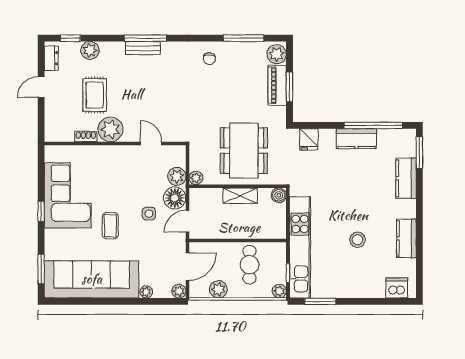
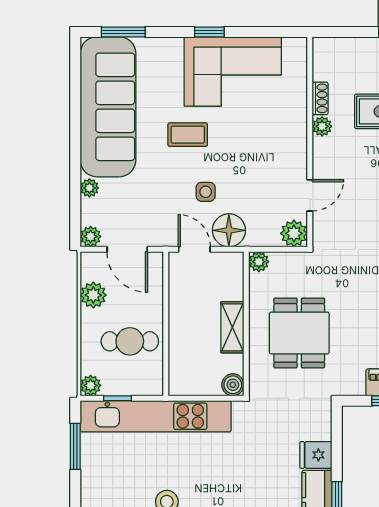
plant: (110, 129) -> (322, 126), width x0.53, depth x0.53
fridge: (309, 139) -> (316, 455), moved
dining table: (244, 151) -> (299, 333), width x0.73
plant: (177, 176) -> (294, 233), moved

